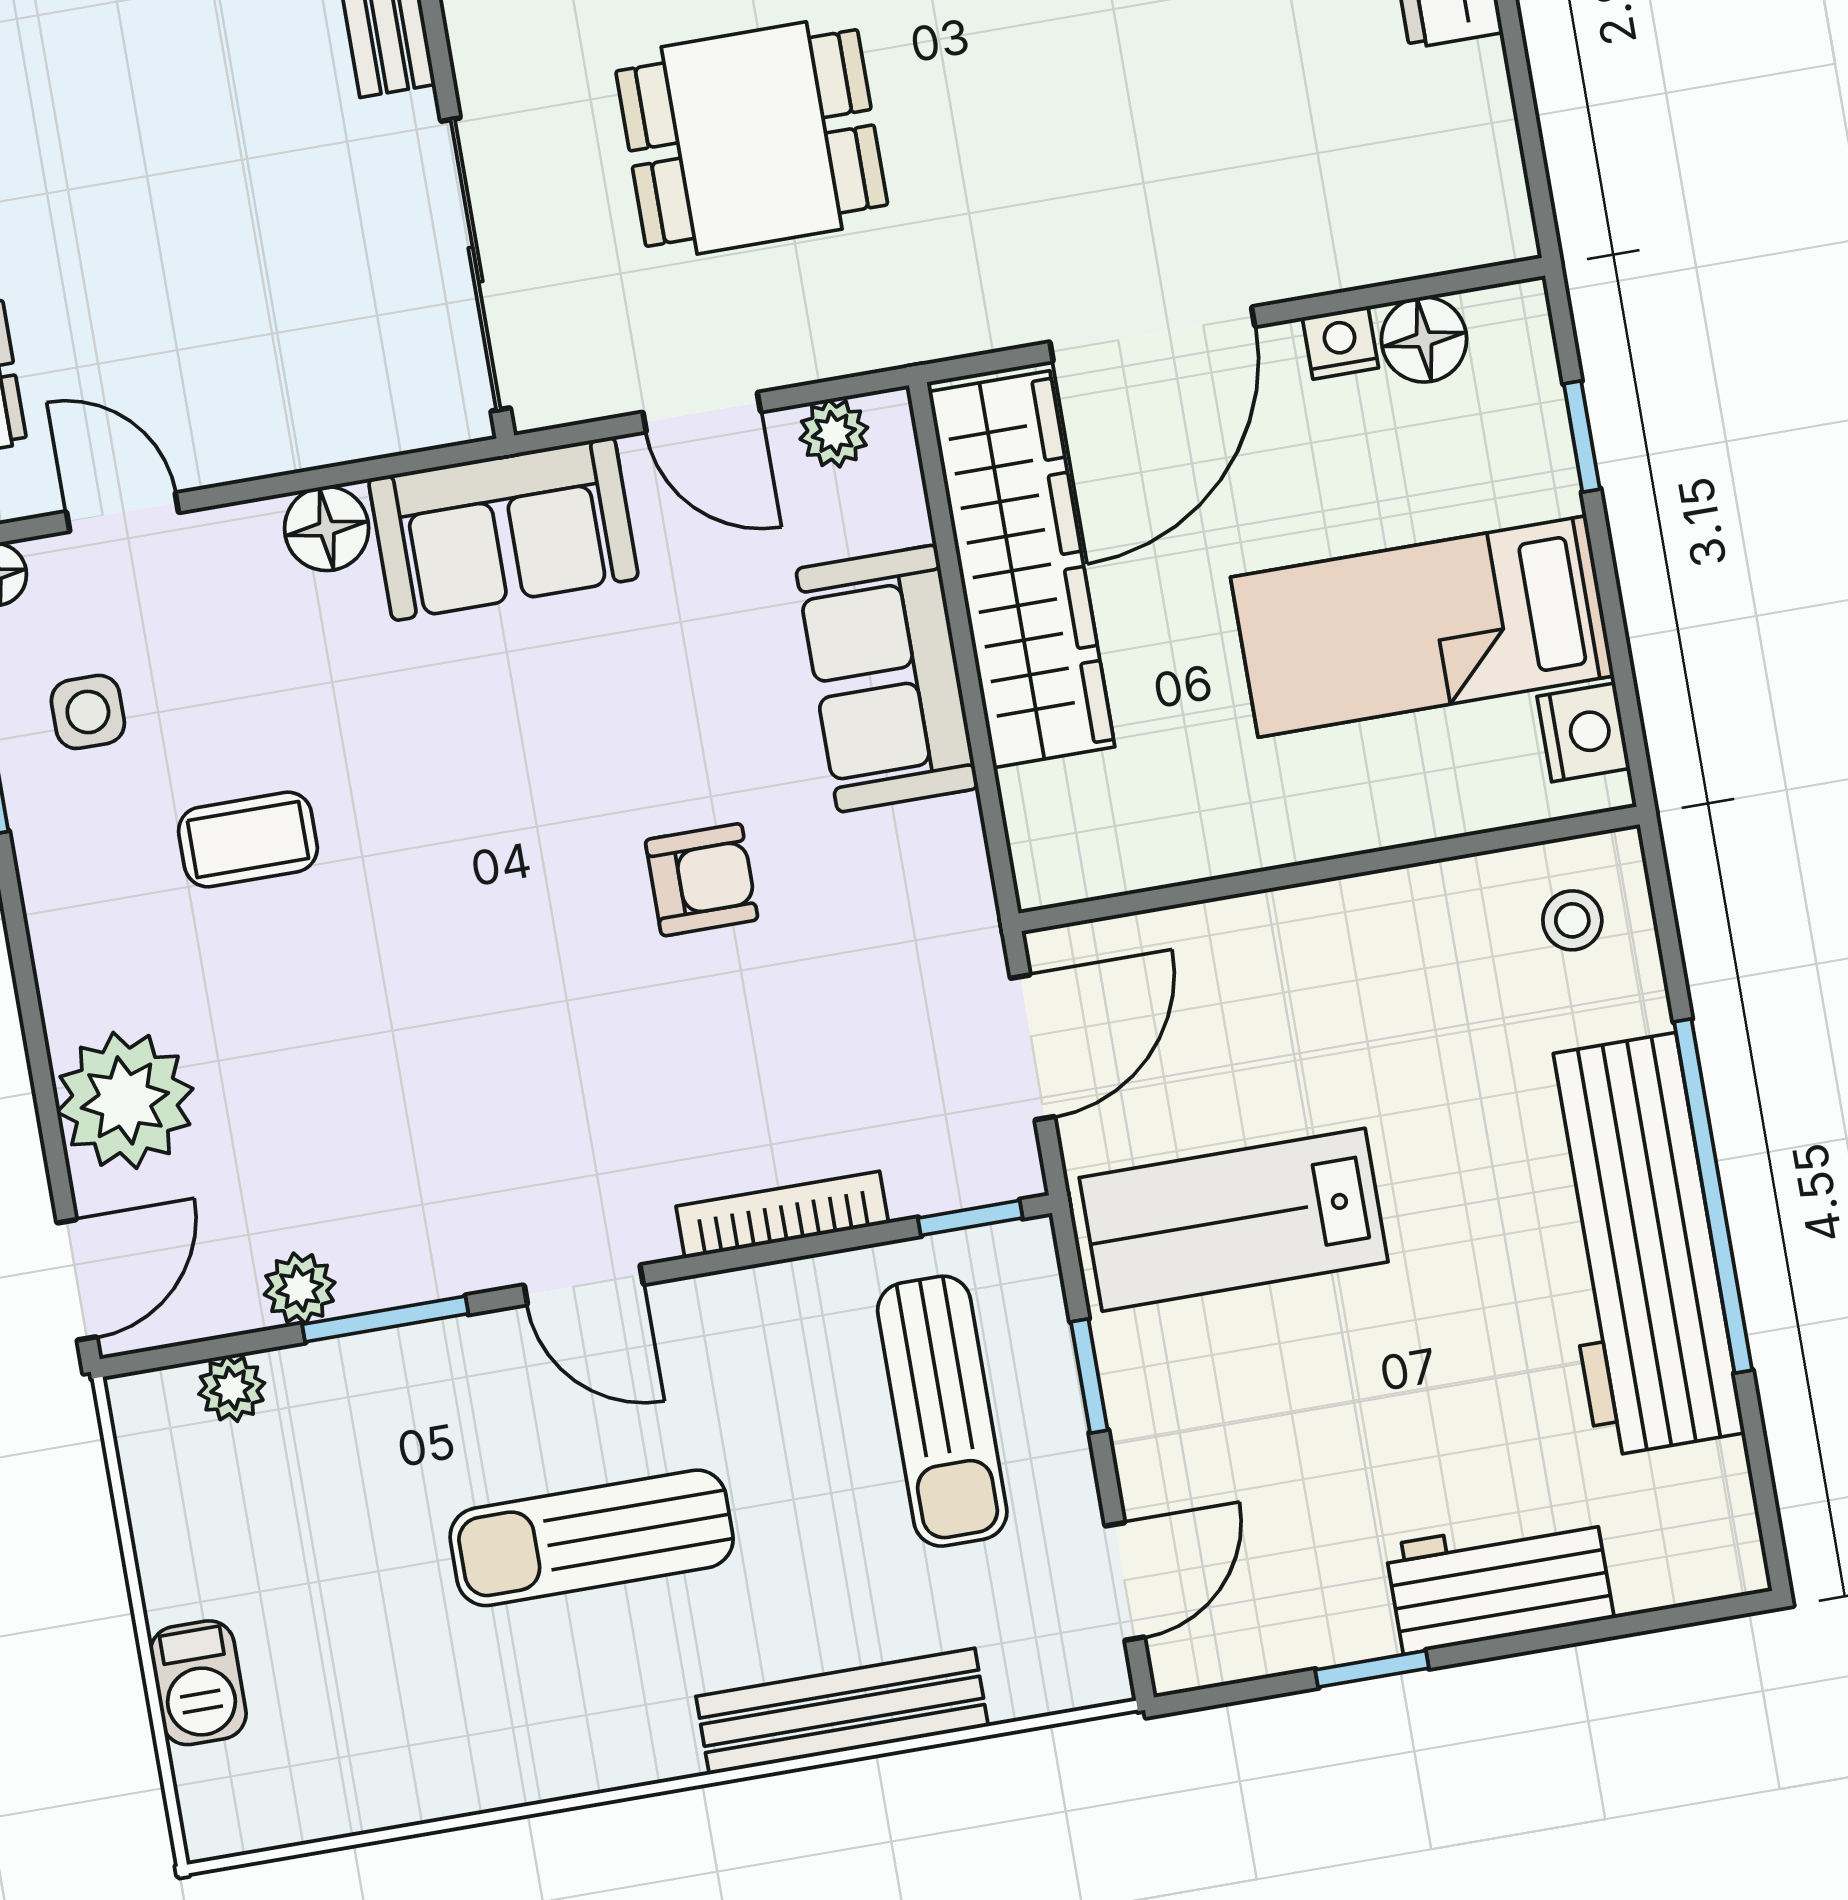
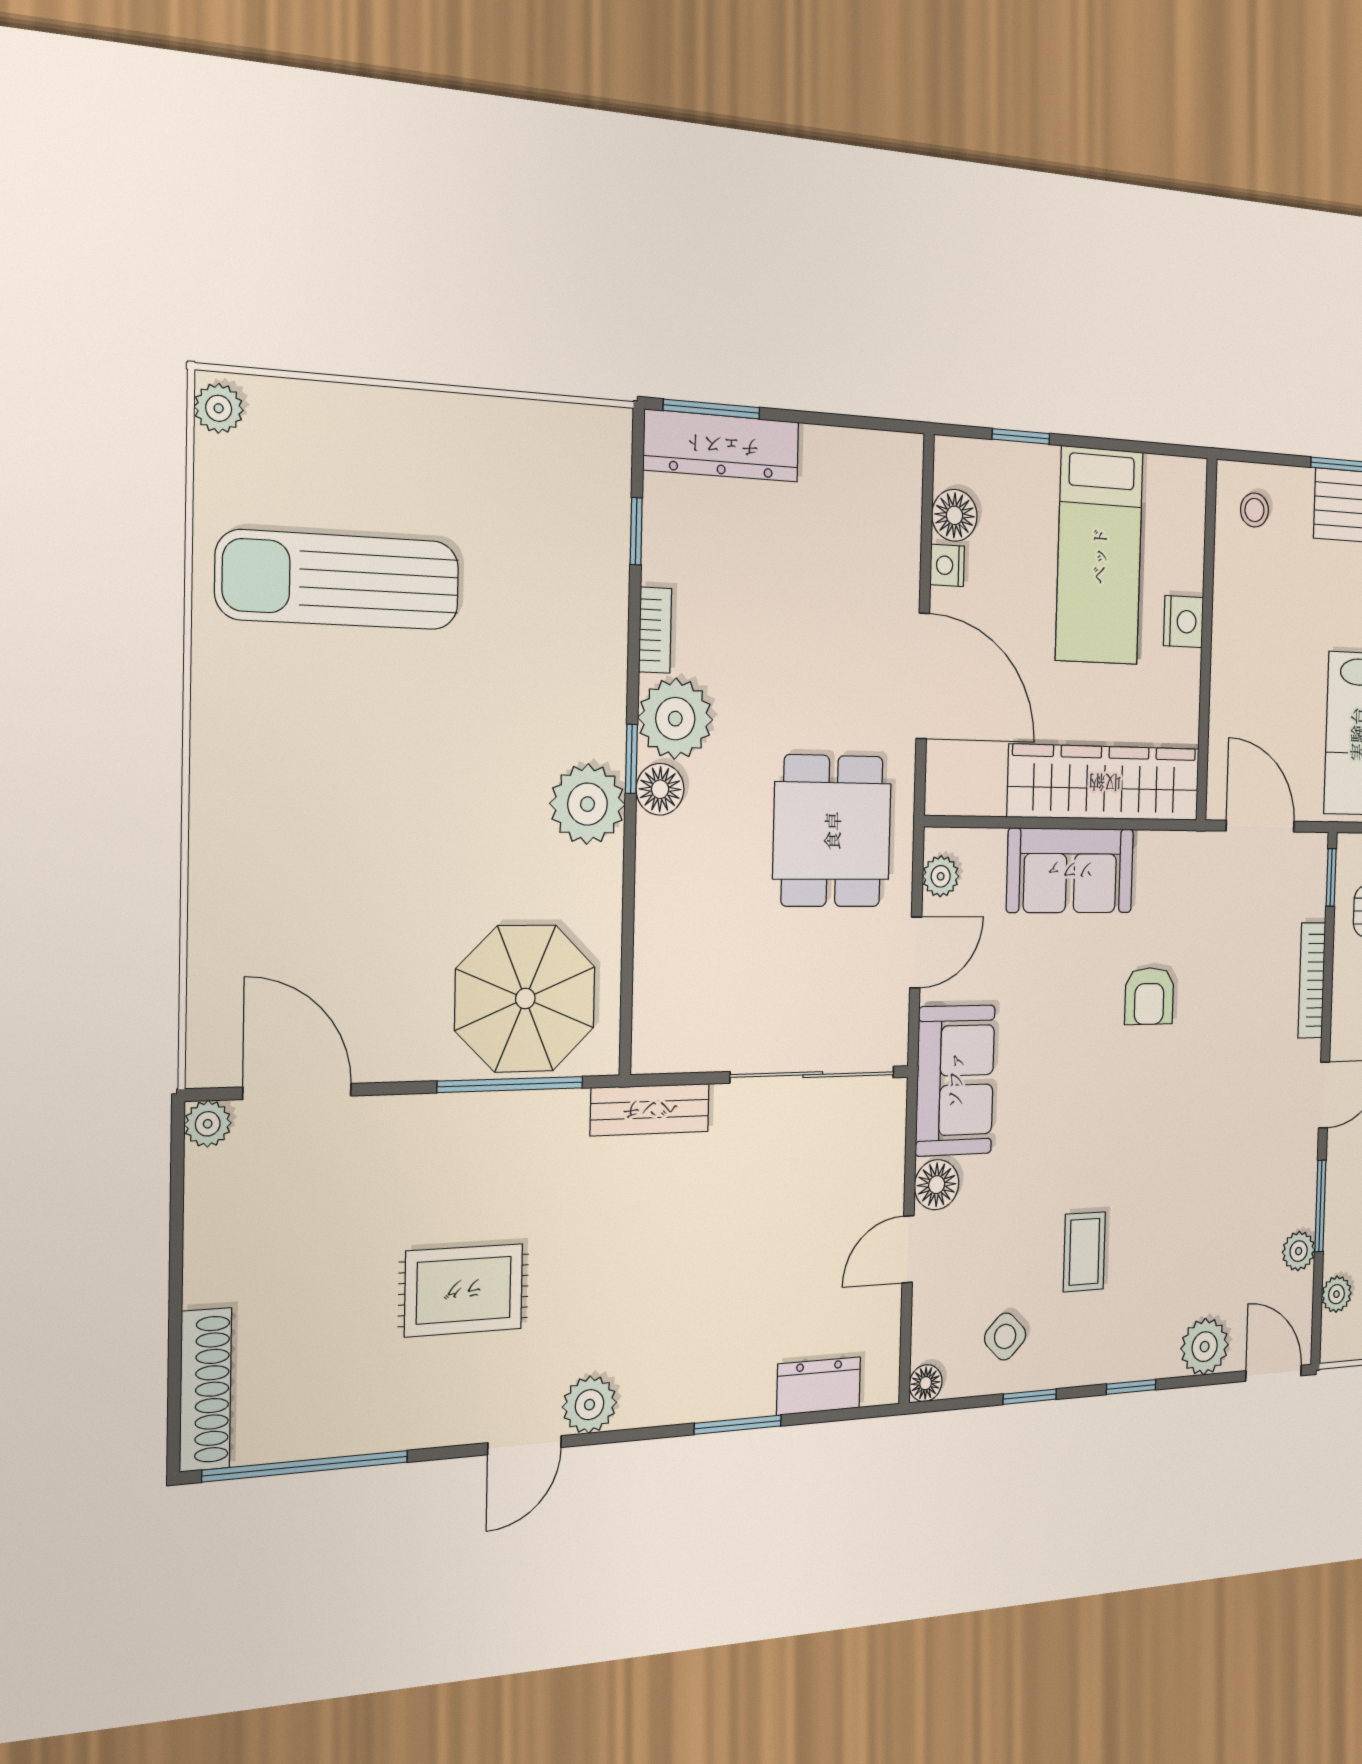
dining table: (752, 138) -> (832, 831), moved
door: (122, 512) -> (908, 1249), moved
wardrobe: (1022, 569) -> (1105, 783), moved
side table: (88, 712) -> (1005, 1336), turned 45
nightstand: (1583, 732) -> (1184, 622), moved, turned 90
armchair: (702, 880) -> (1149, 996), turned 180
window: (25, 983) -> (1131, 1387), added
plant: (125, 1100) -> (1205, 1347), width x0.73, depth x0.73

